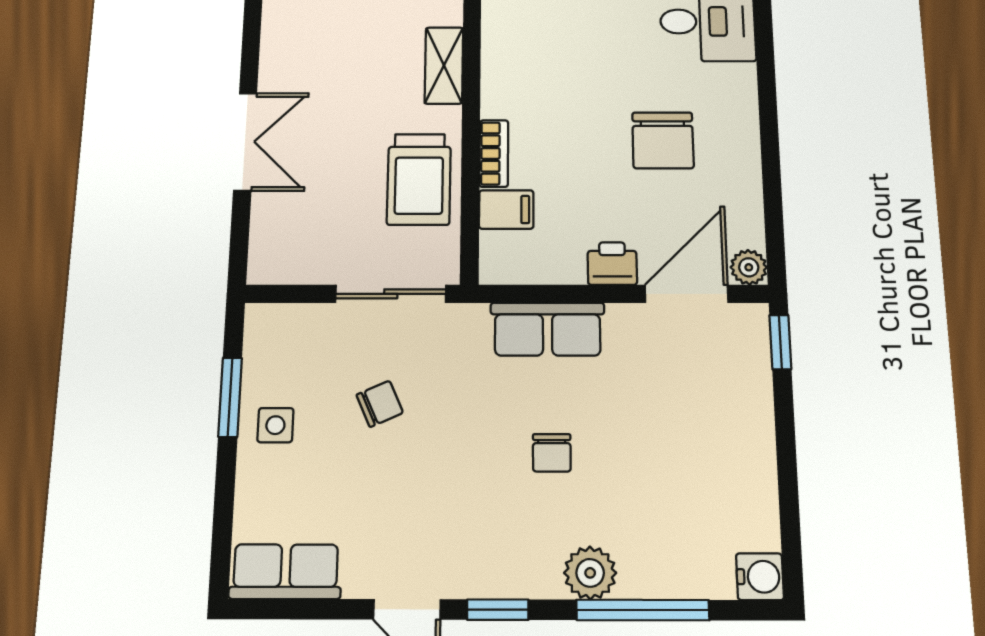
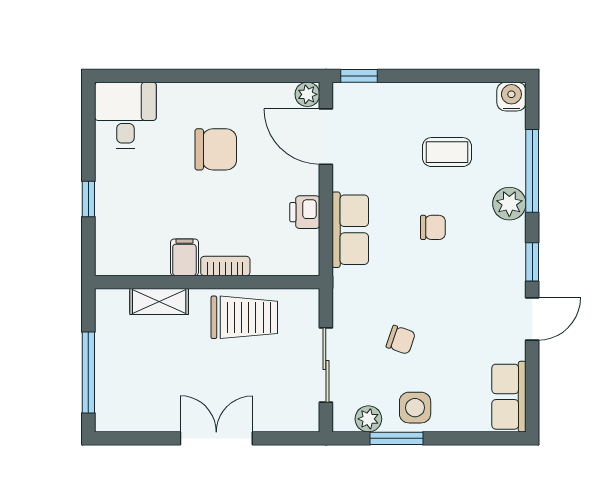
filing cabinet: (506, 209) -> (184, 257), moved
printer: (612, 264) -> (305, 212), moved
sliding door: (391, 294) -> (326, 365), moved
plant: (262, 355) -> (368, 419), added
chair: (380, 404) -> (401, 340), turned 133
side table: (275, 425) -> (415, 408), width x1.37, depth x1.37
coffee table: (669, 475) -> (447, 152), added

